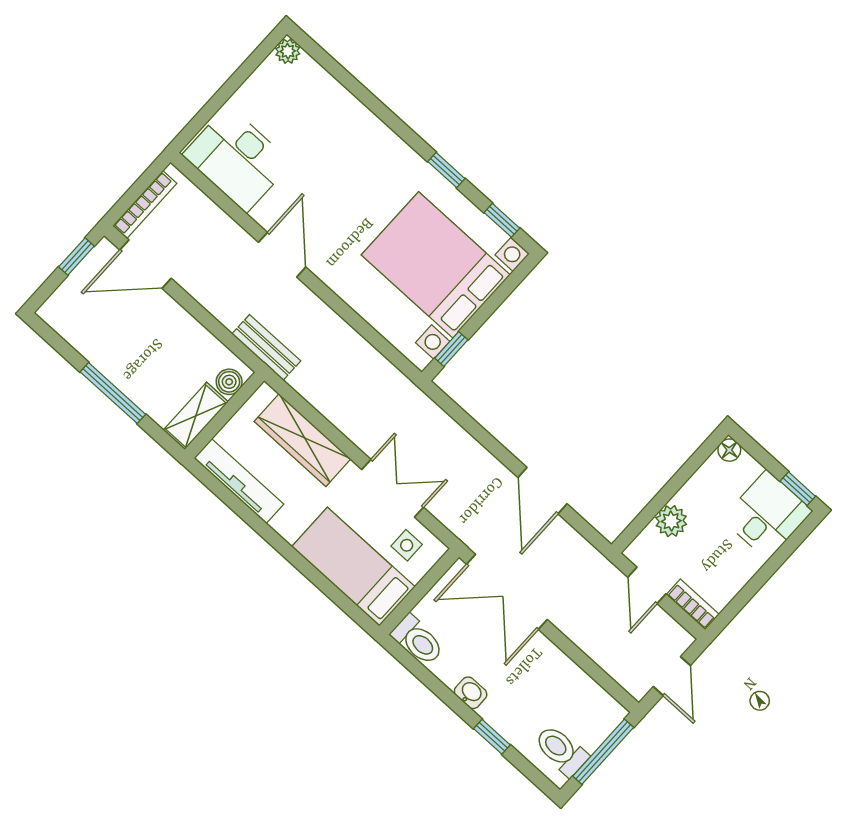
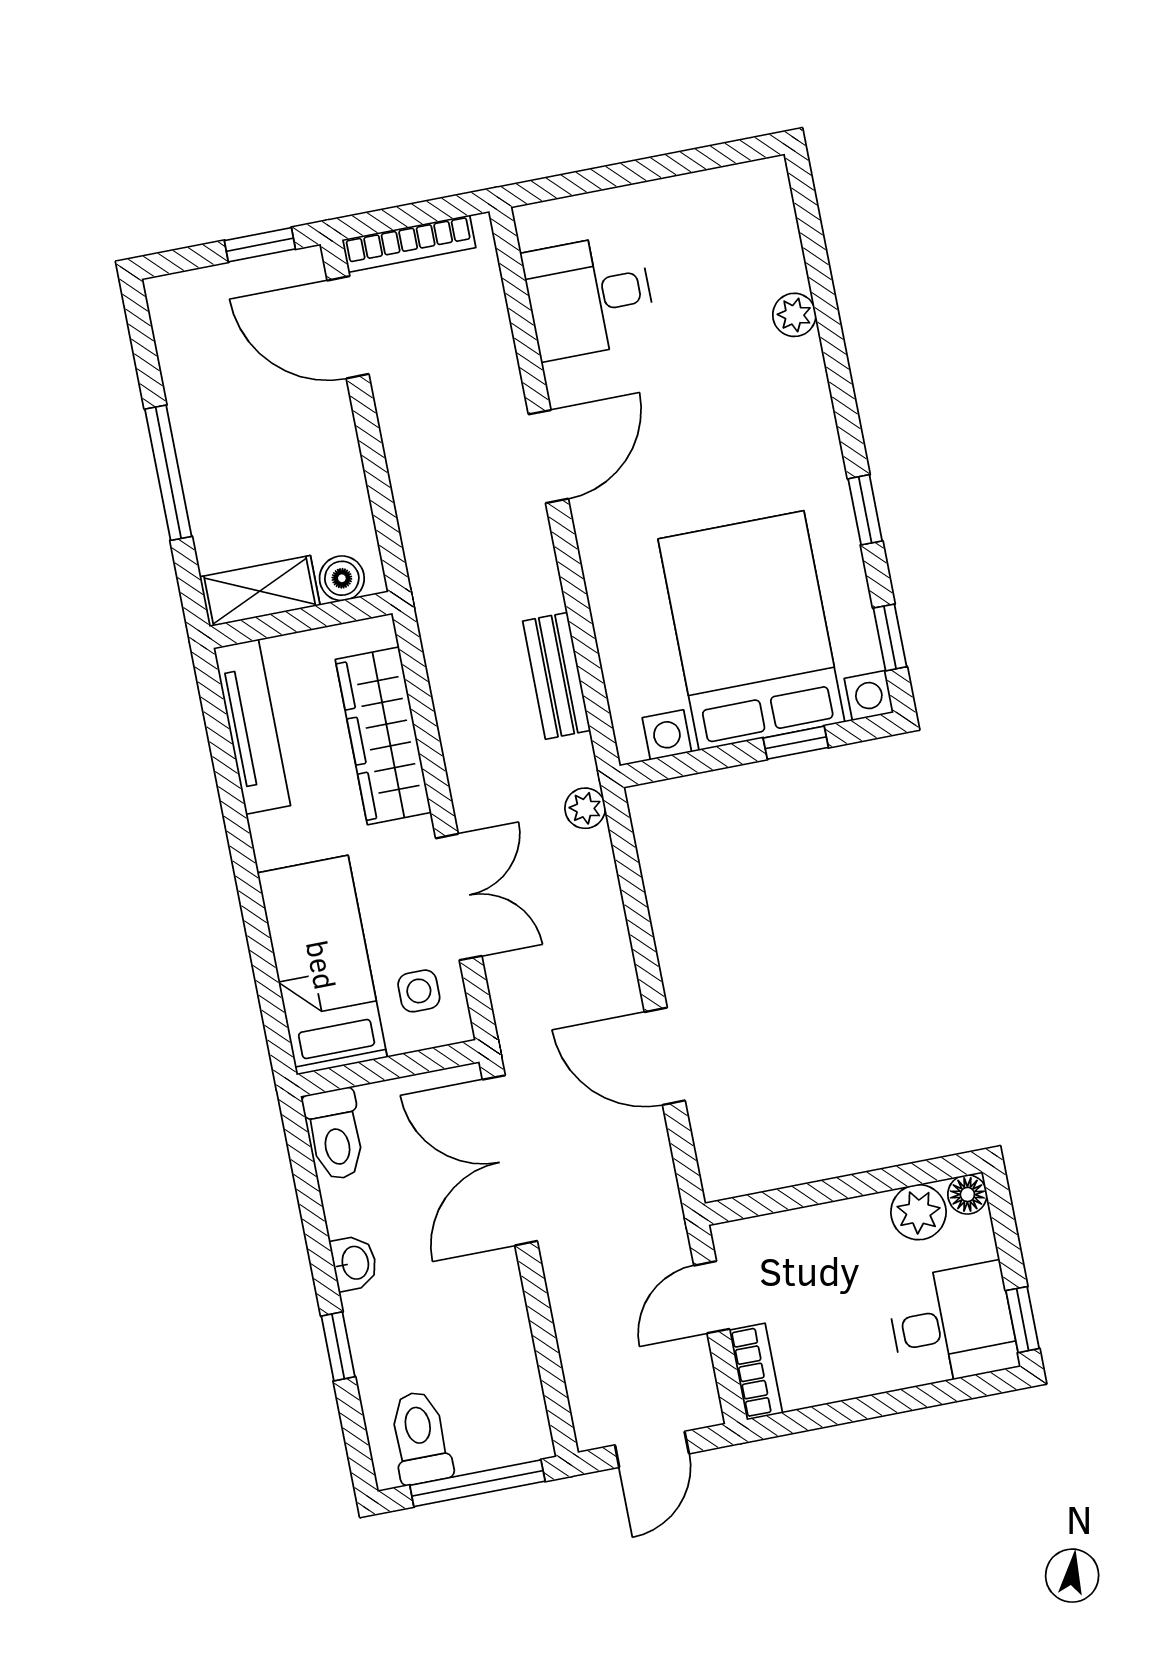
plant: (288, 51) -> (794, 315), moved
desk: (237, 159) -> (589, 297), width x0.73
bench: (266, 347) -> (557, 676), moved
window: (451, 349) -> (796, 743), moved
plant: (420, 404) -> (585, 808), added
door: (542, 491) -> (665, 1056), hinge flipped
plant: (671, 521) -> (918, 1212), moved

